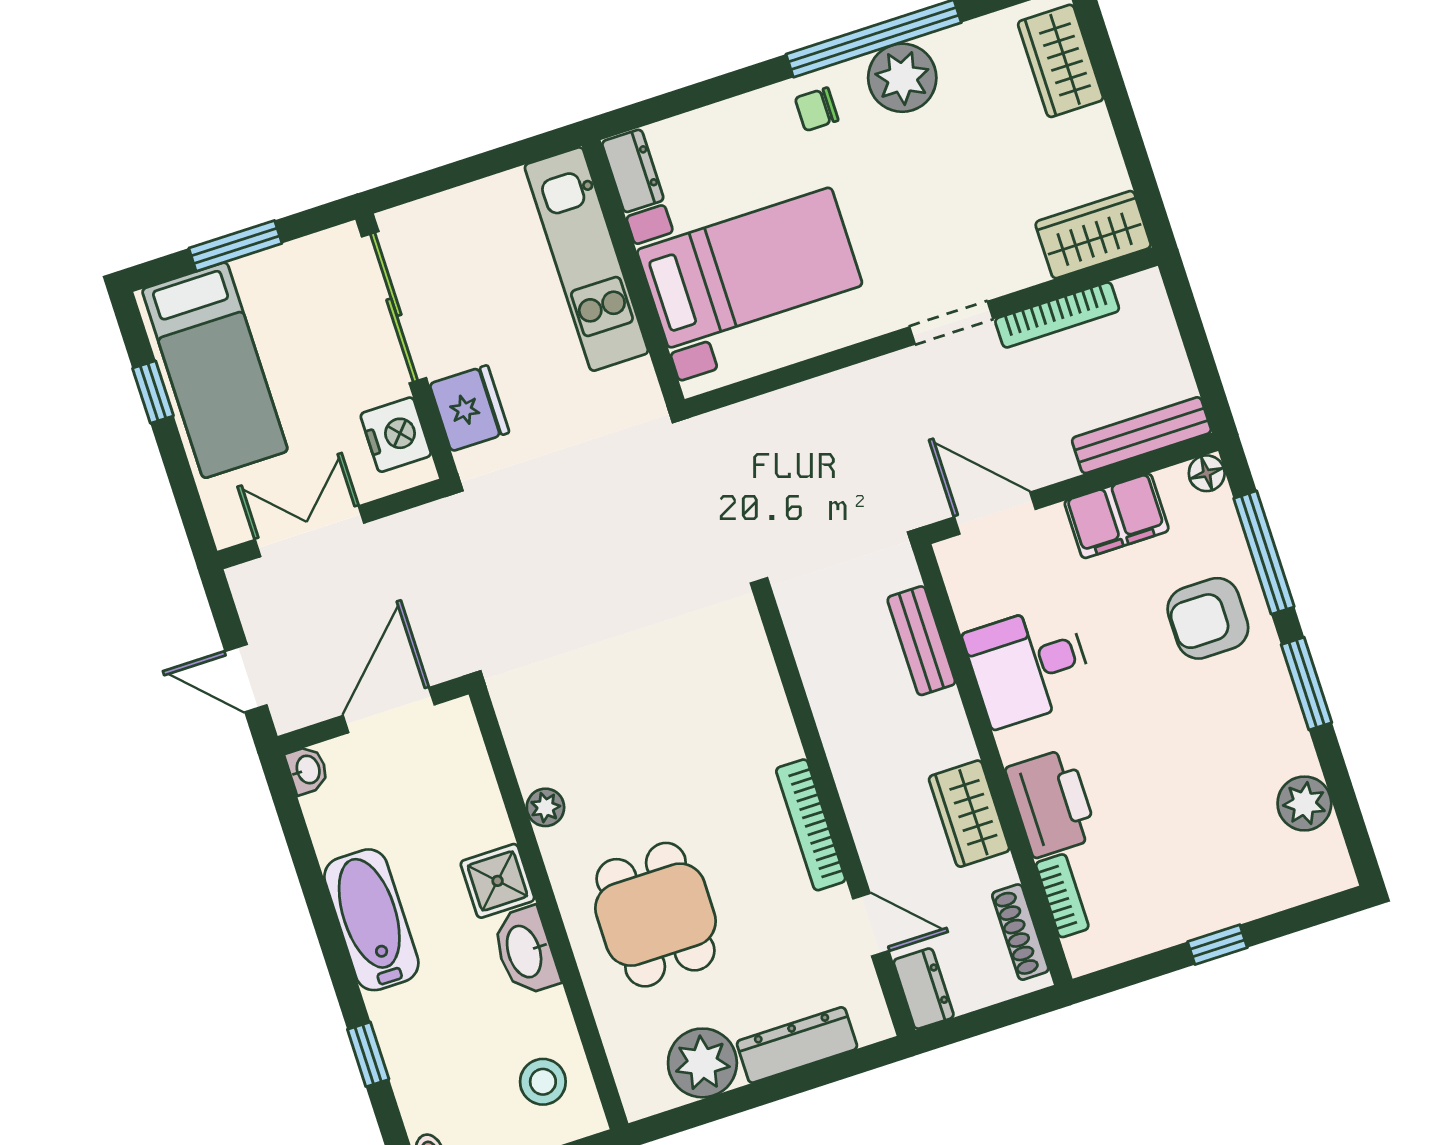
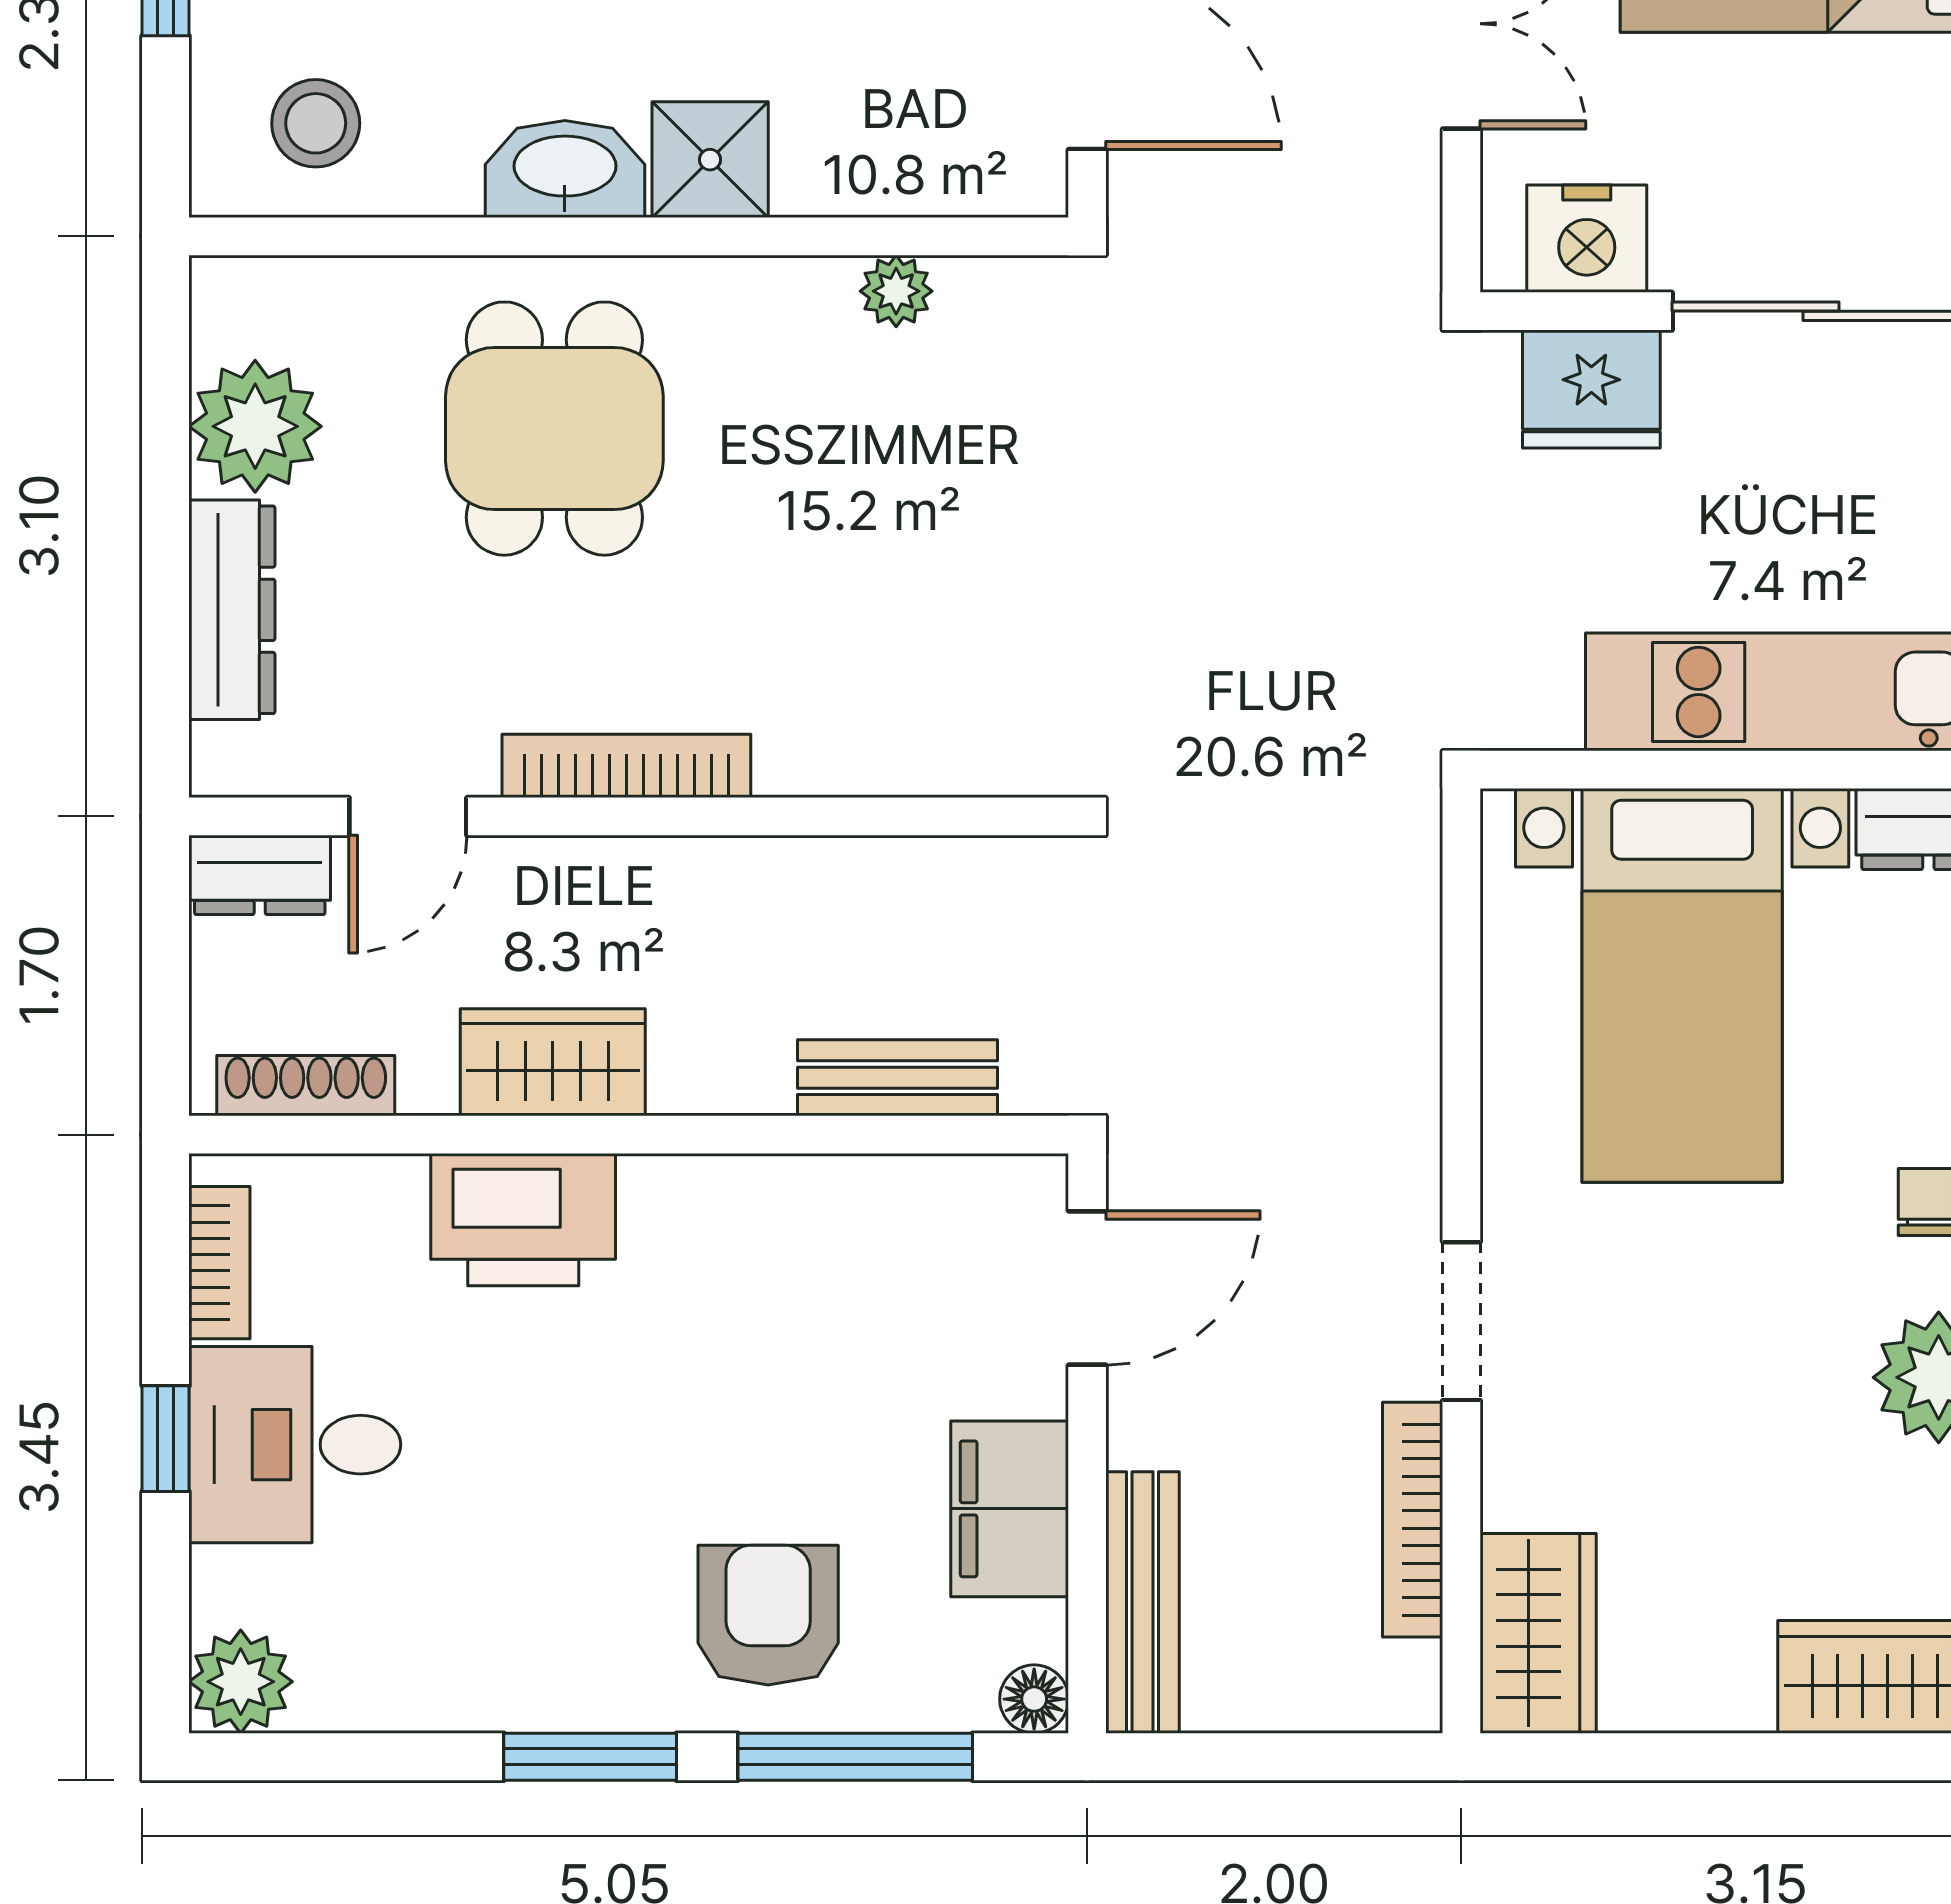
desk: (1029, 666) -> (295, 1445), moved, turned -90
plant: (1304, 803) -> (241, 1682), moved
plant: (545, 807) -> (896, 291), moved
bookcase: (1062, 896) -> (219, 1263), moved, turned -90
dining table: (656, 915) -> (554, 429), turned 90

